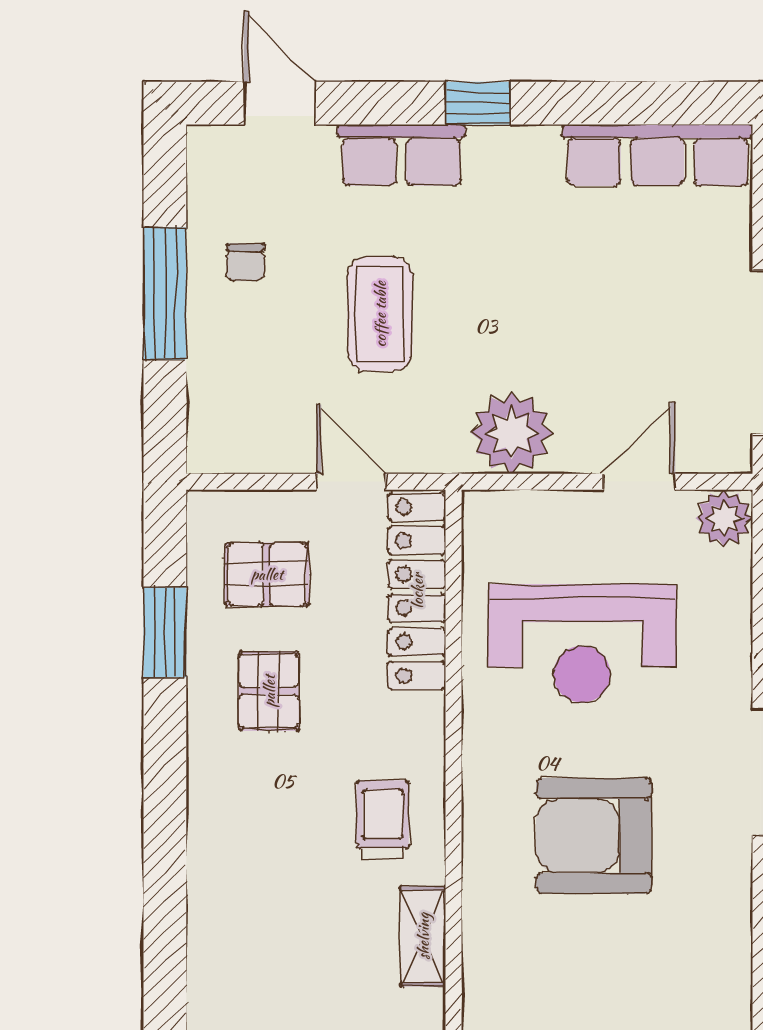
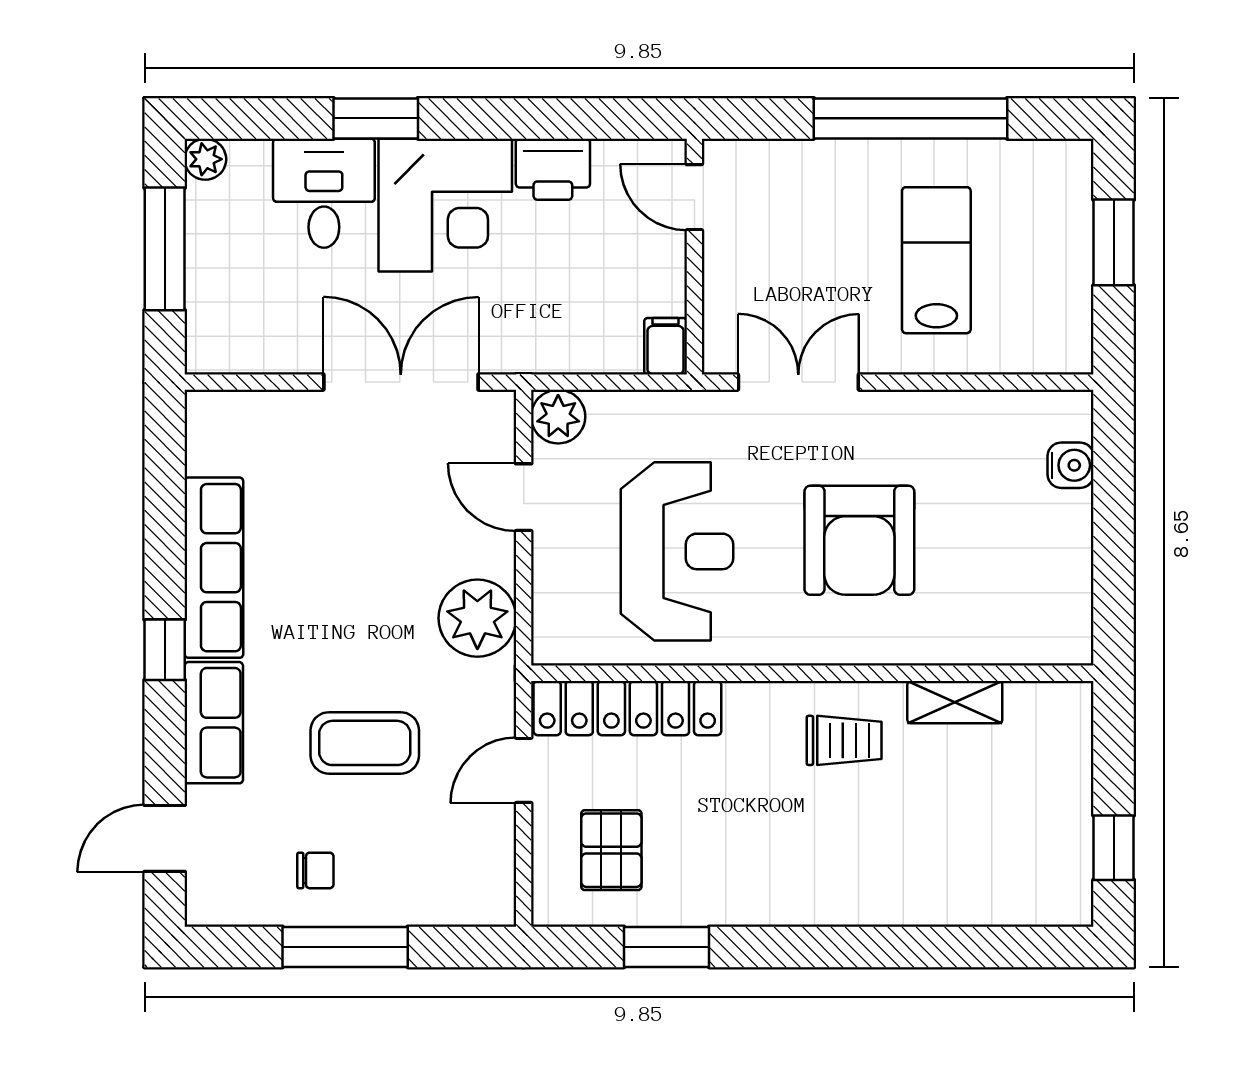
row of seats: (657, 155) -> (214, 568), moved
pallet: (269, 691) -> (722, 849), removed
trolley: (383, 820) -> (844, 740), turned 180

